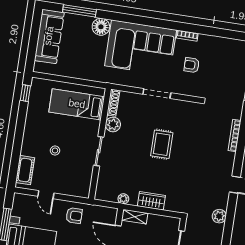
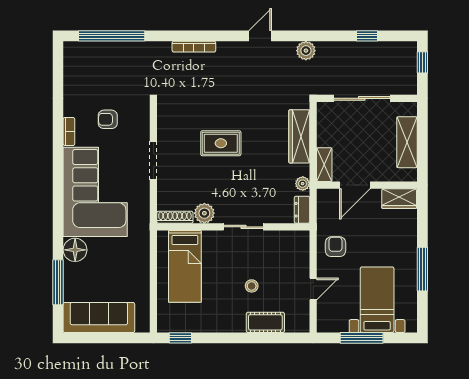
armchair: (192, 65) -> (108, 119), turned 90
cot: (25, 170) -> (265, 322), moved
dresser: (105, 195) -> (302, 210), added
wardrobe: (151, 201) -> (299, 136), width x1.50

